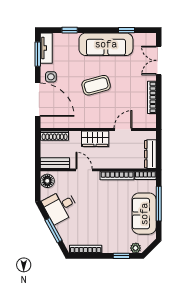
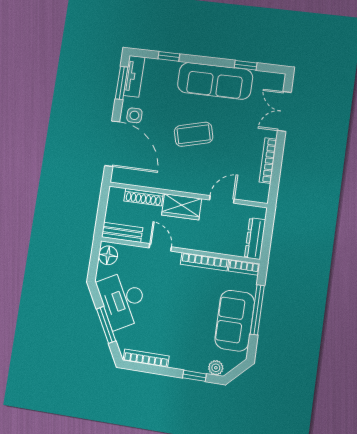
shoe rack: (55, 136) -> (144, 197), moved
desk: (60, 206) -> (123, 300), width x1.37

